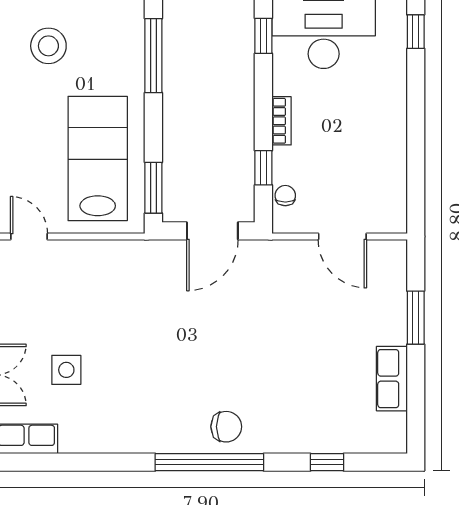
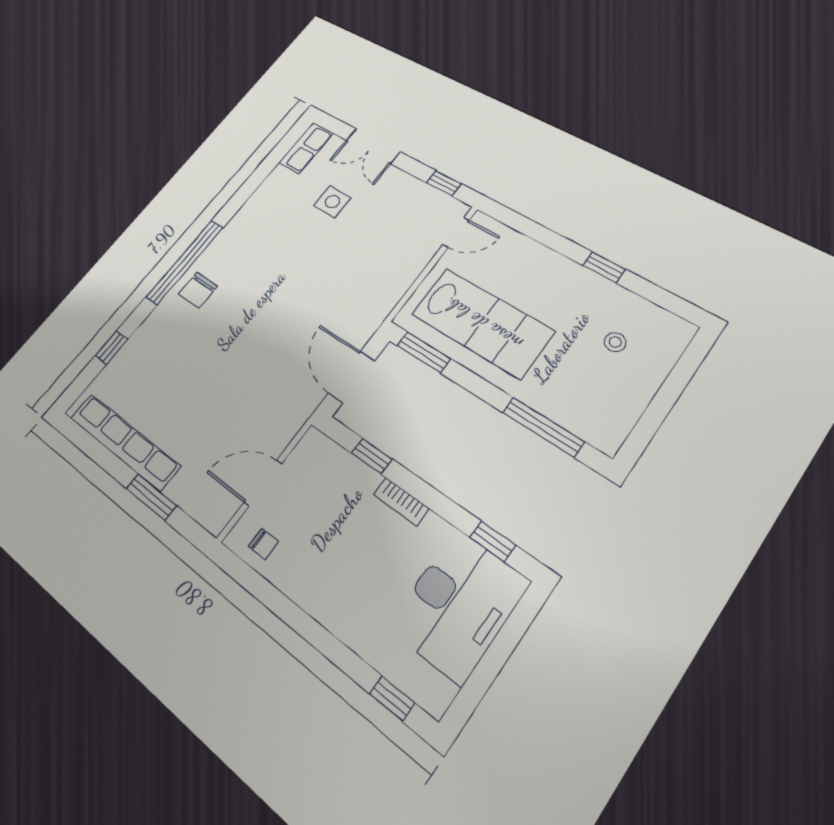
stool: (48, 46) -> (615, 342), width x0.53, depth x0.53
chair: (285, 196) -> (264, 544), moved
row of seats: (392, 379) -> (125, 442), width x2.02

